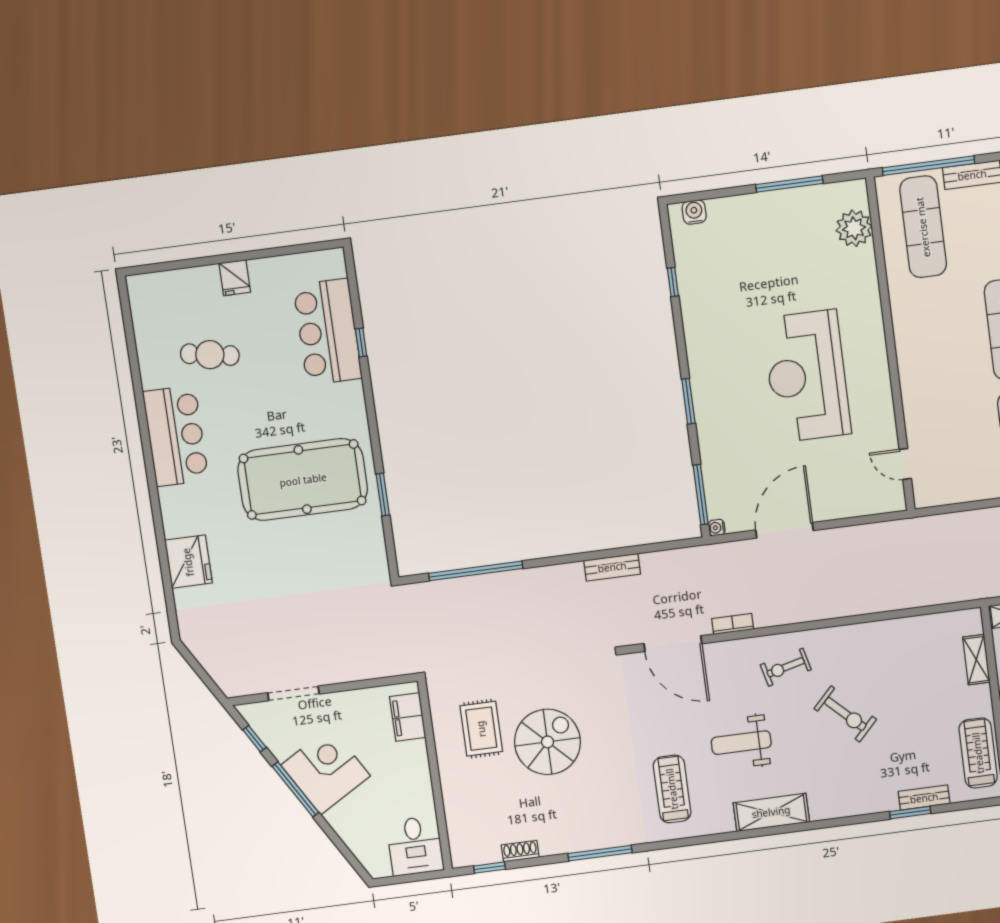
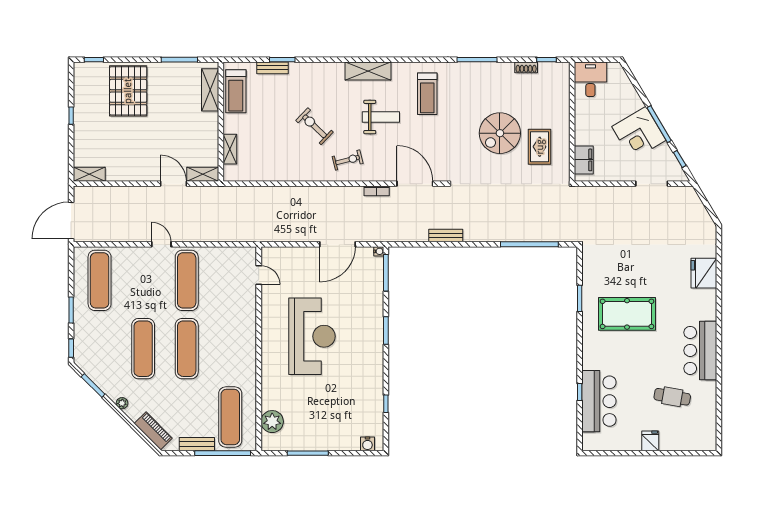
pool table: (303, 480) -> (627, 314), width x0.73, depth x0.76

